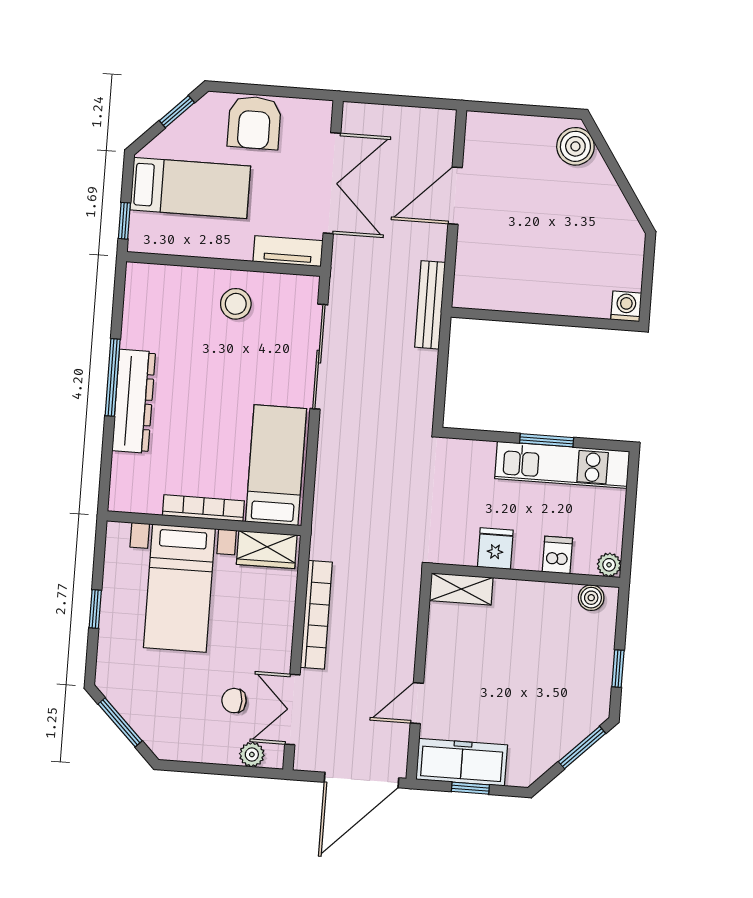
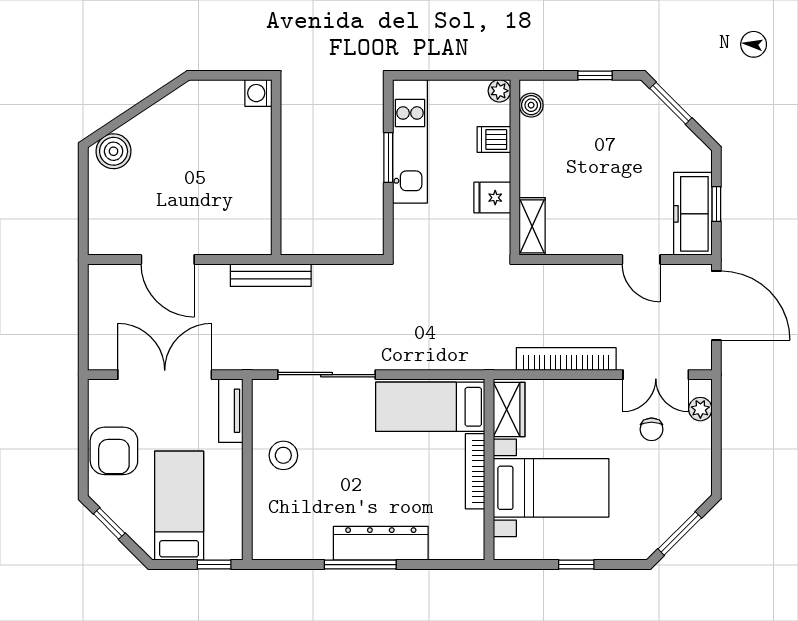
armchair: (254, 123) -> (114, 451), turned 90

